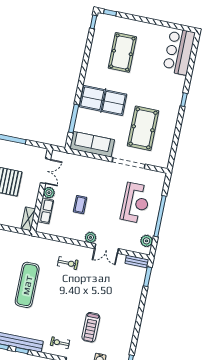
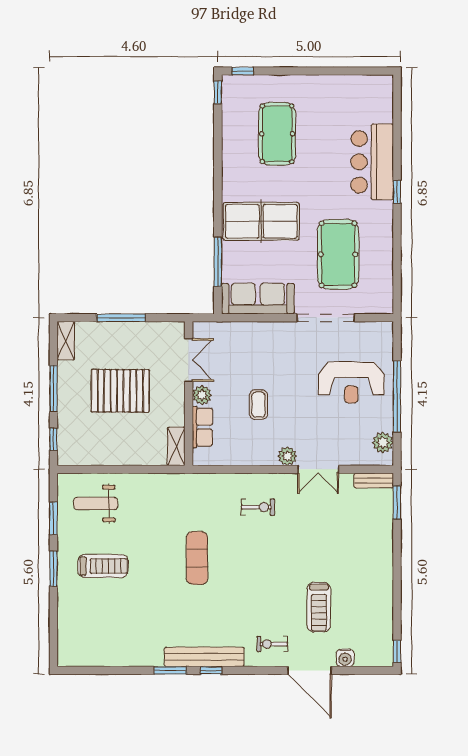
bar counter: (179, 52) -> (372, 162), moved
reception desk: (136, 203) -> (351, 382), turned 90
exercise mat: (27, 285) -> (197, 558), width x0.73, depth x0.69

